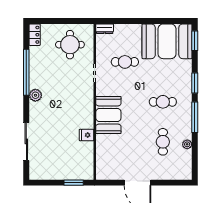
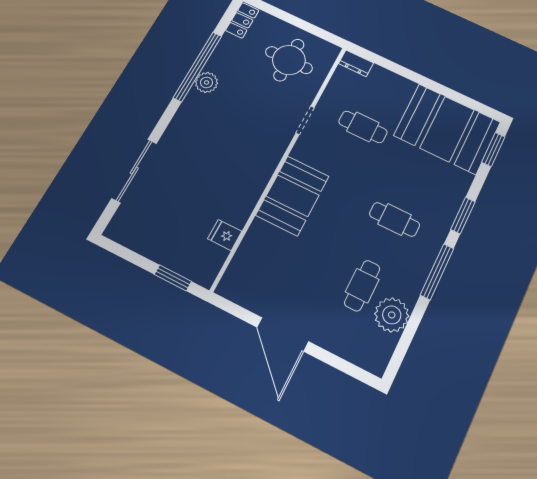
plant: (35, 95) -> (207, 82), moved
fridge: (87, 135) -> (225, 235), moved
plant: (187, 144) -> (392, 315), width x1.87, depth x1.87

